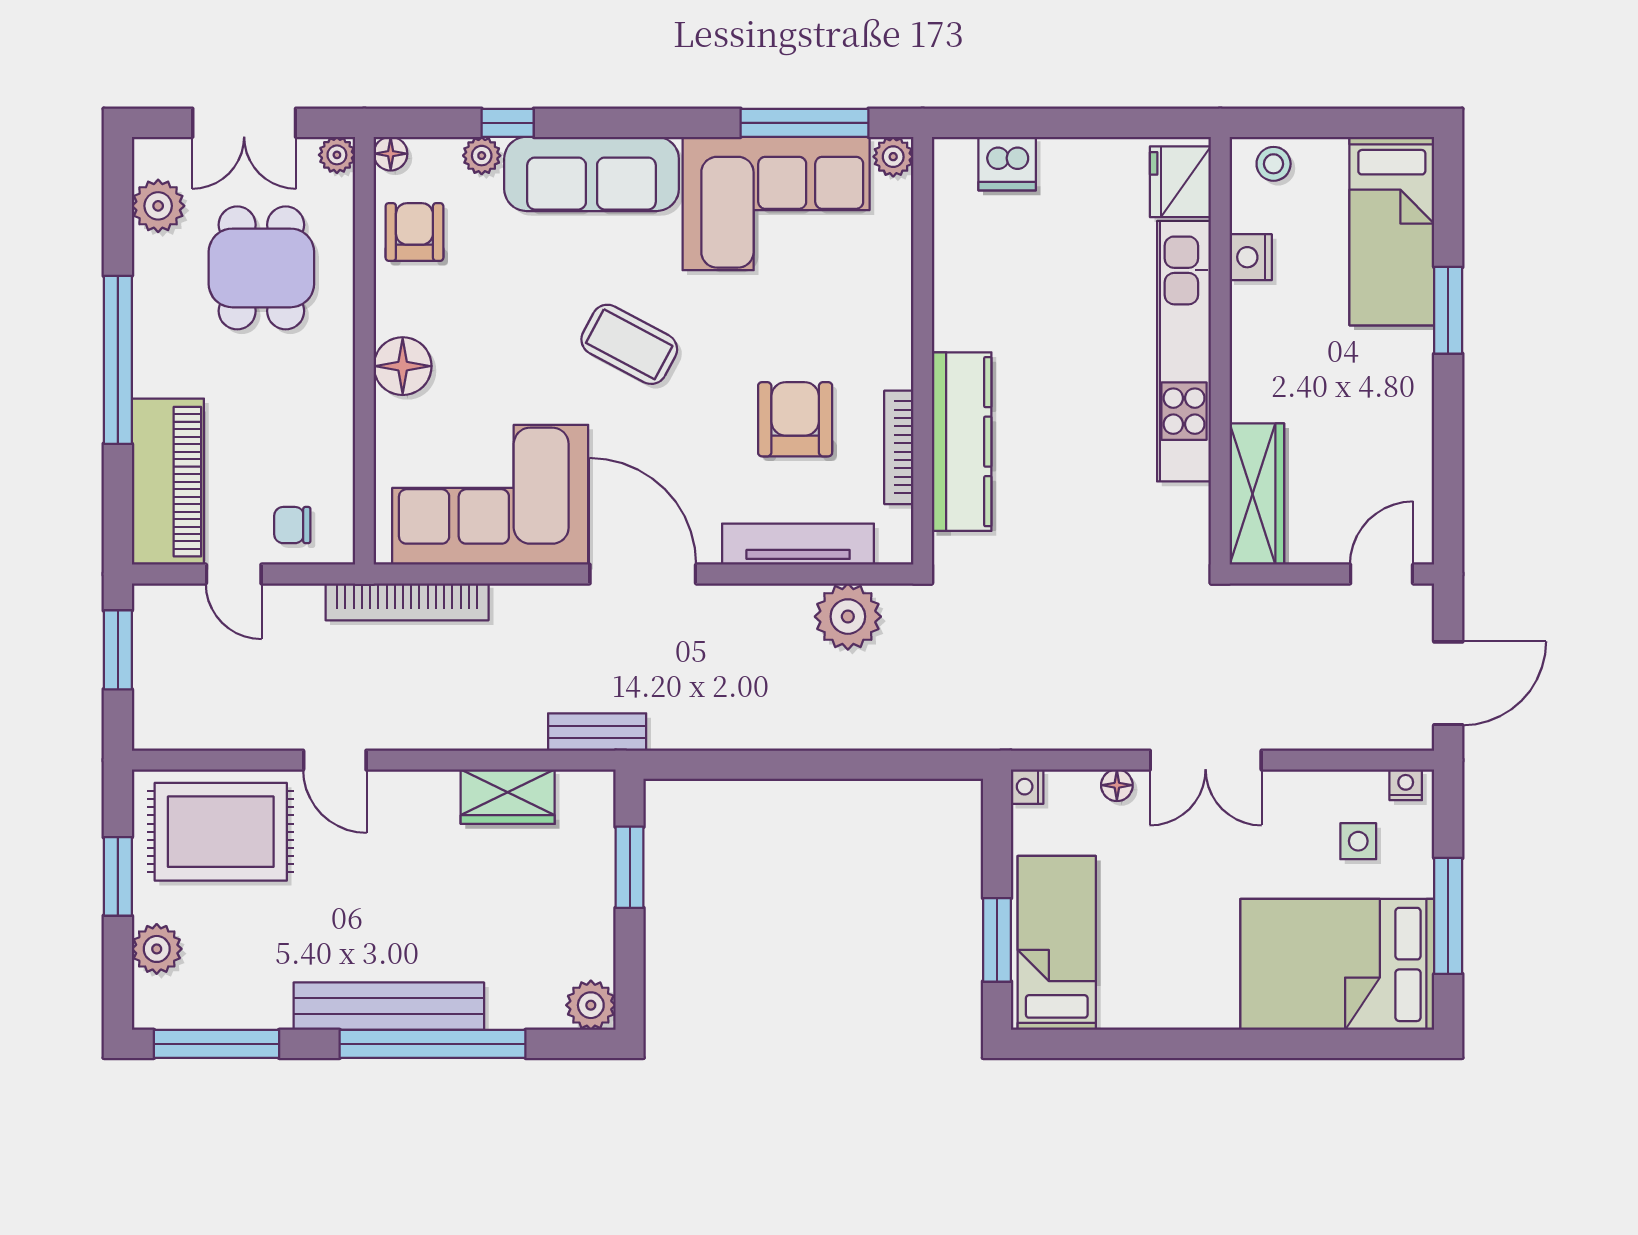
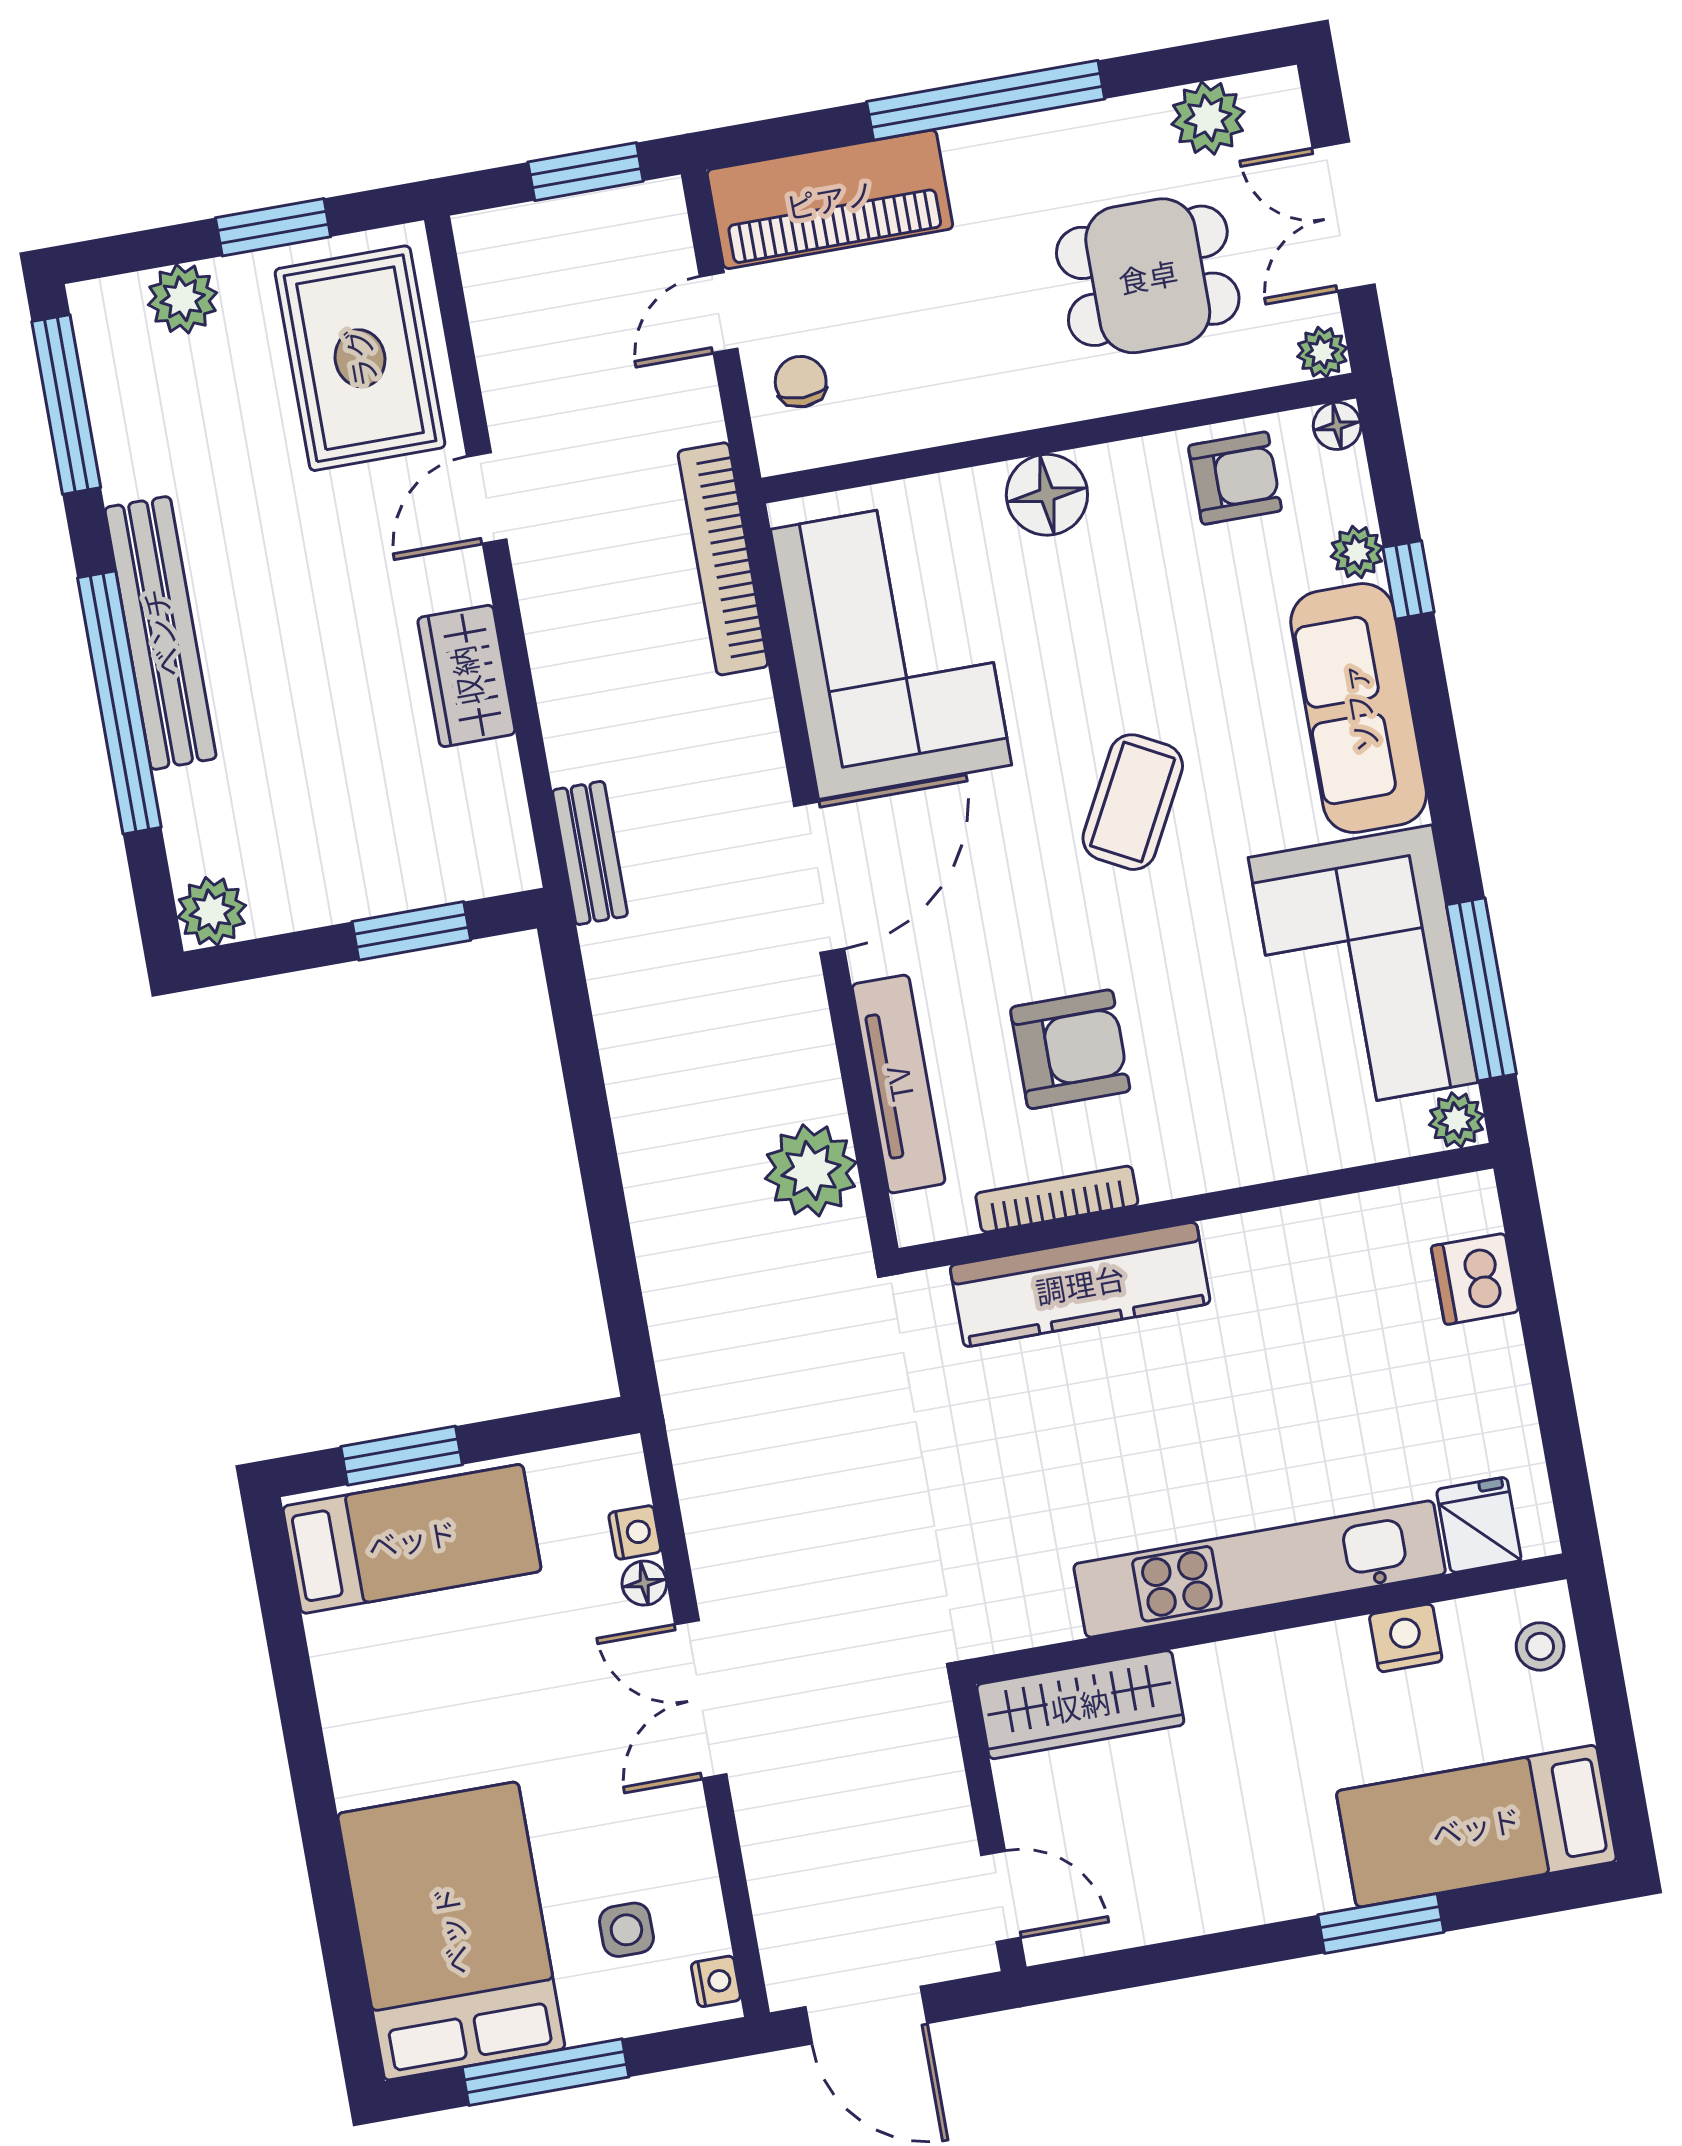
fridge: (1180, 182) -> (1479, 1525), width x0.72
nightstand: (1027, 787) -> (635, 1532), moved, turned 90
wardrobe: (508, 797) -> (466, 676), moved

